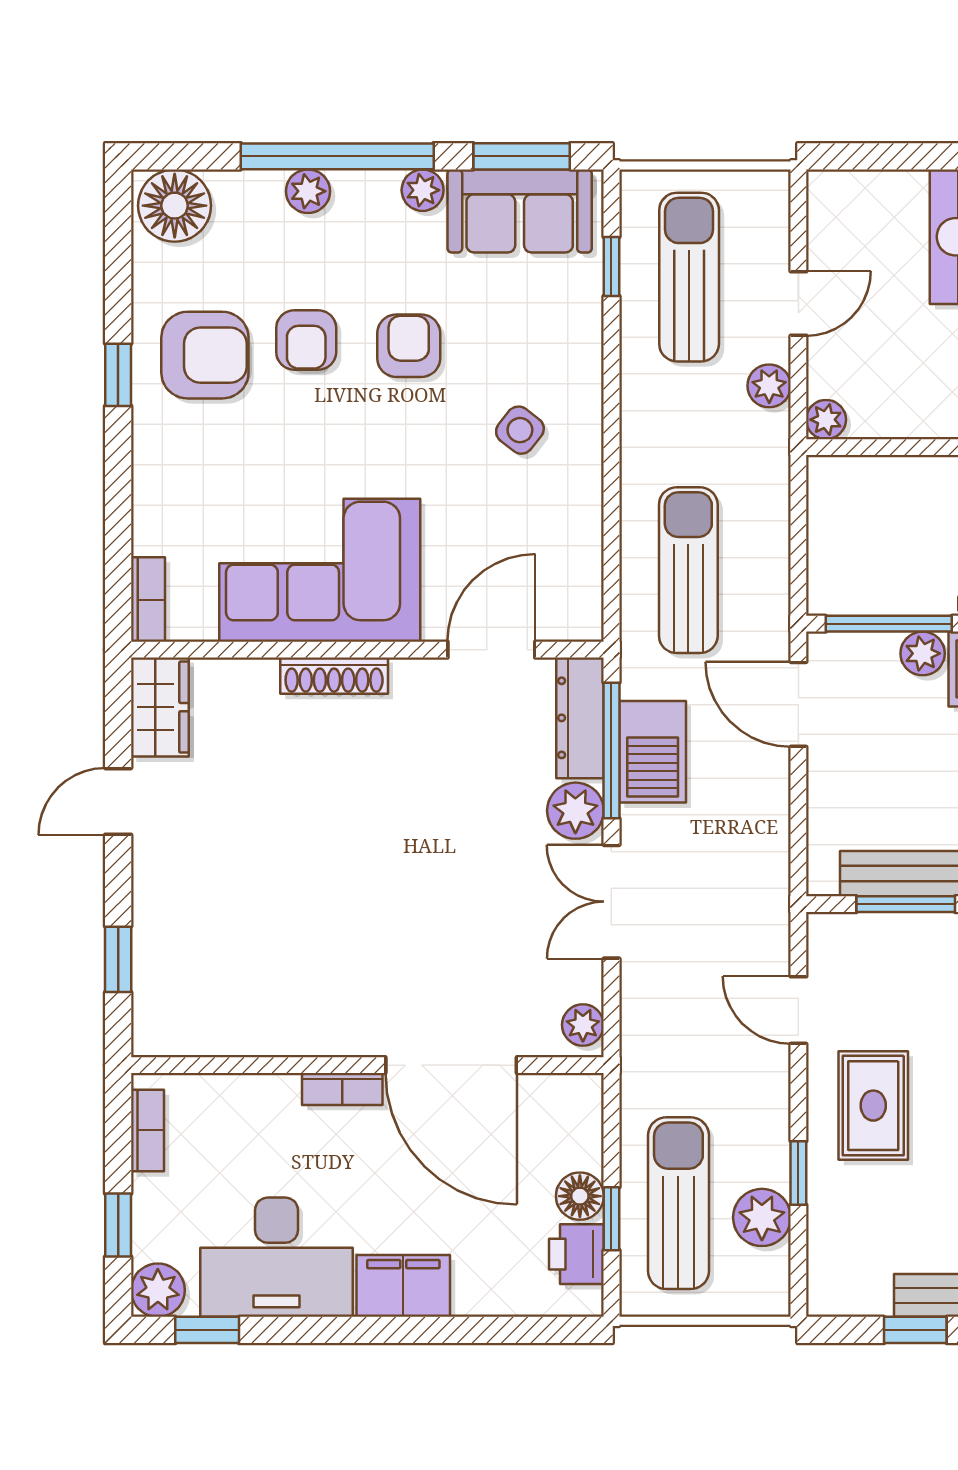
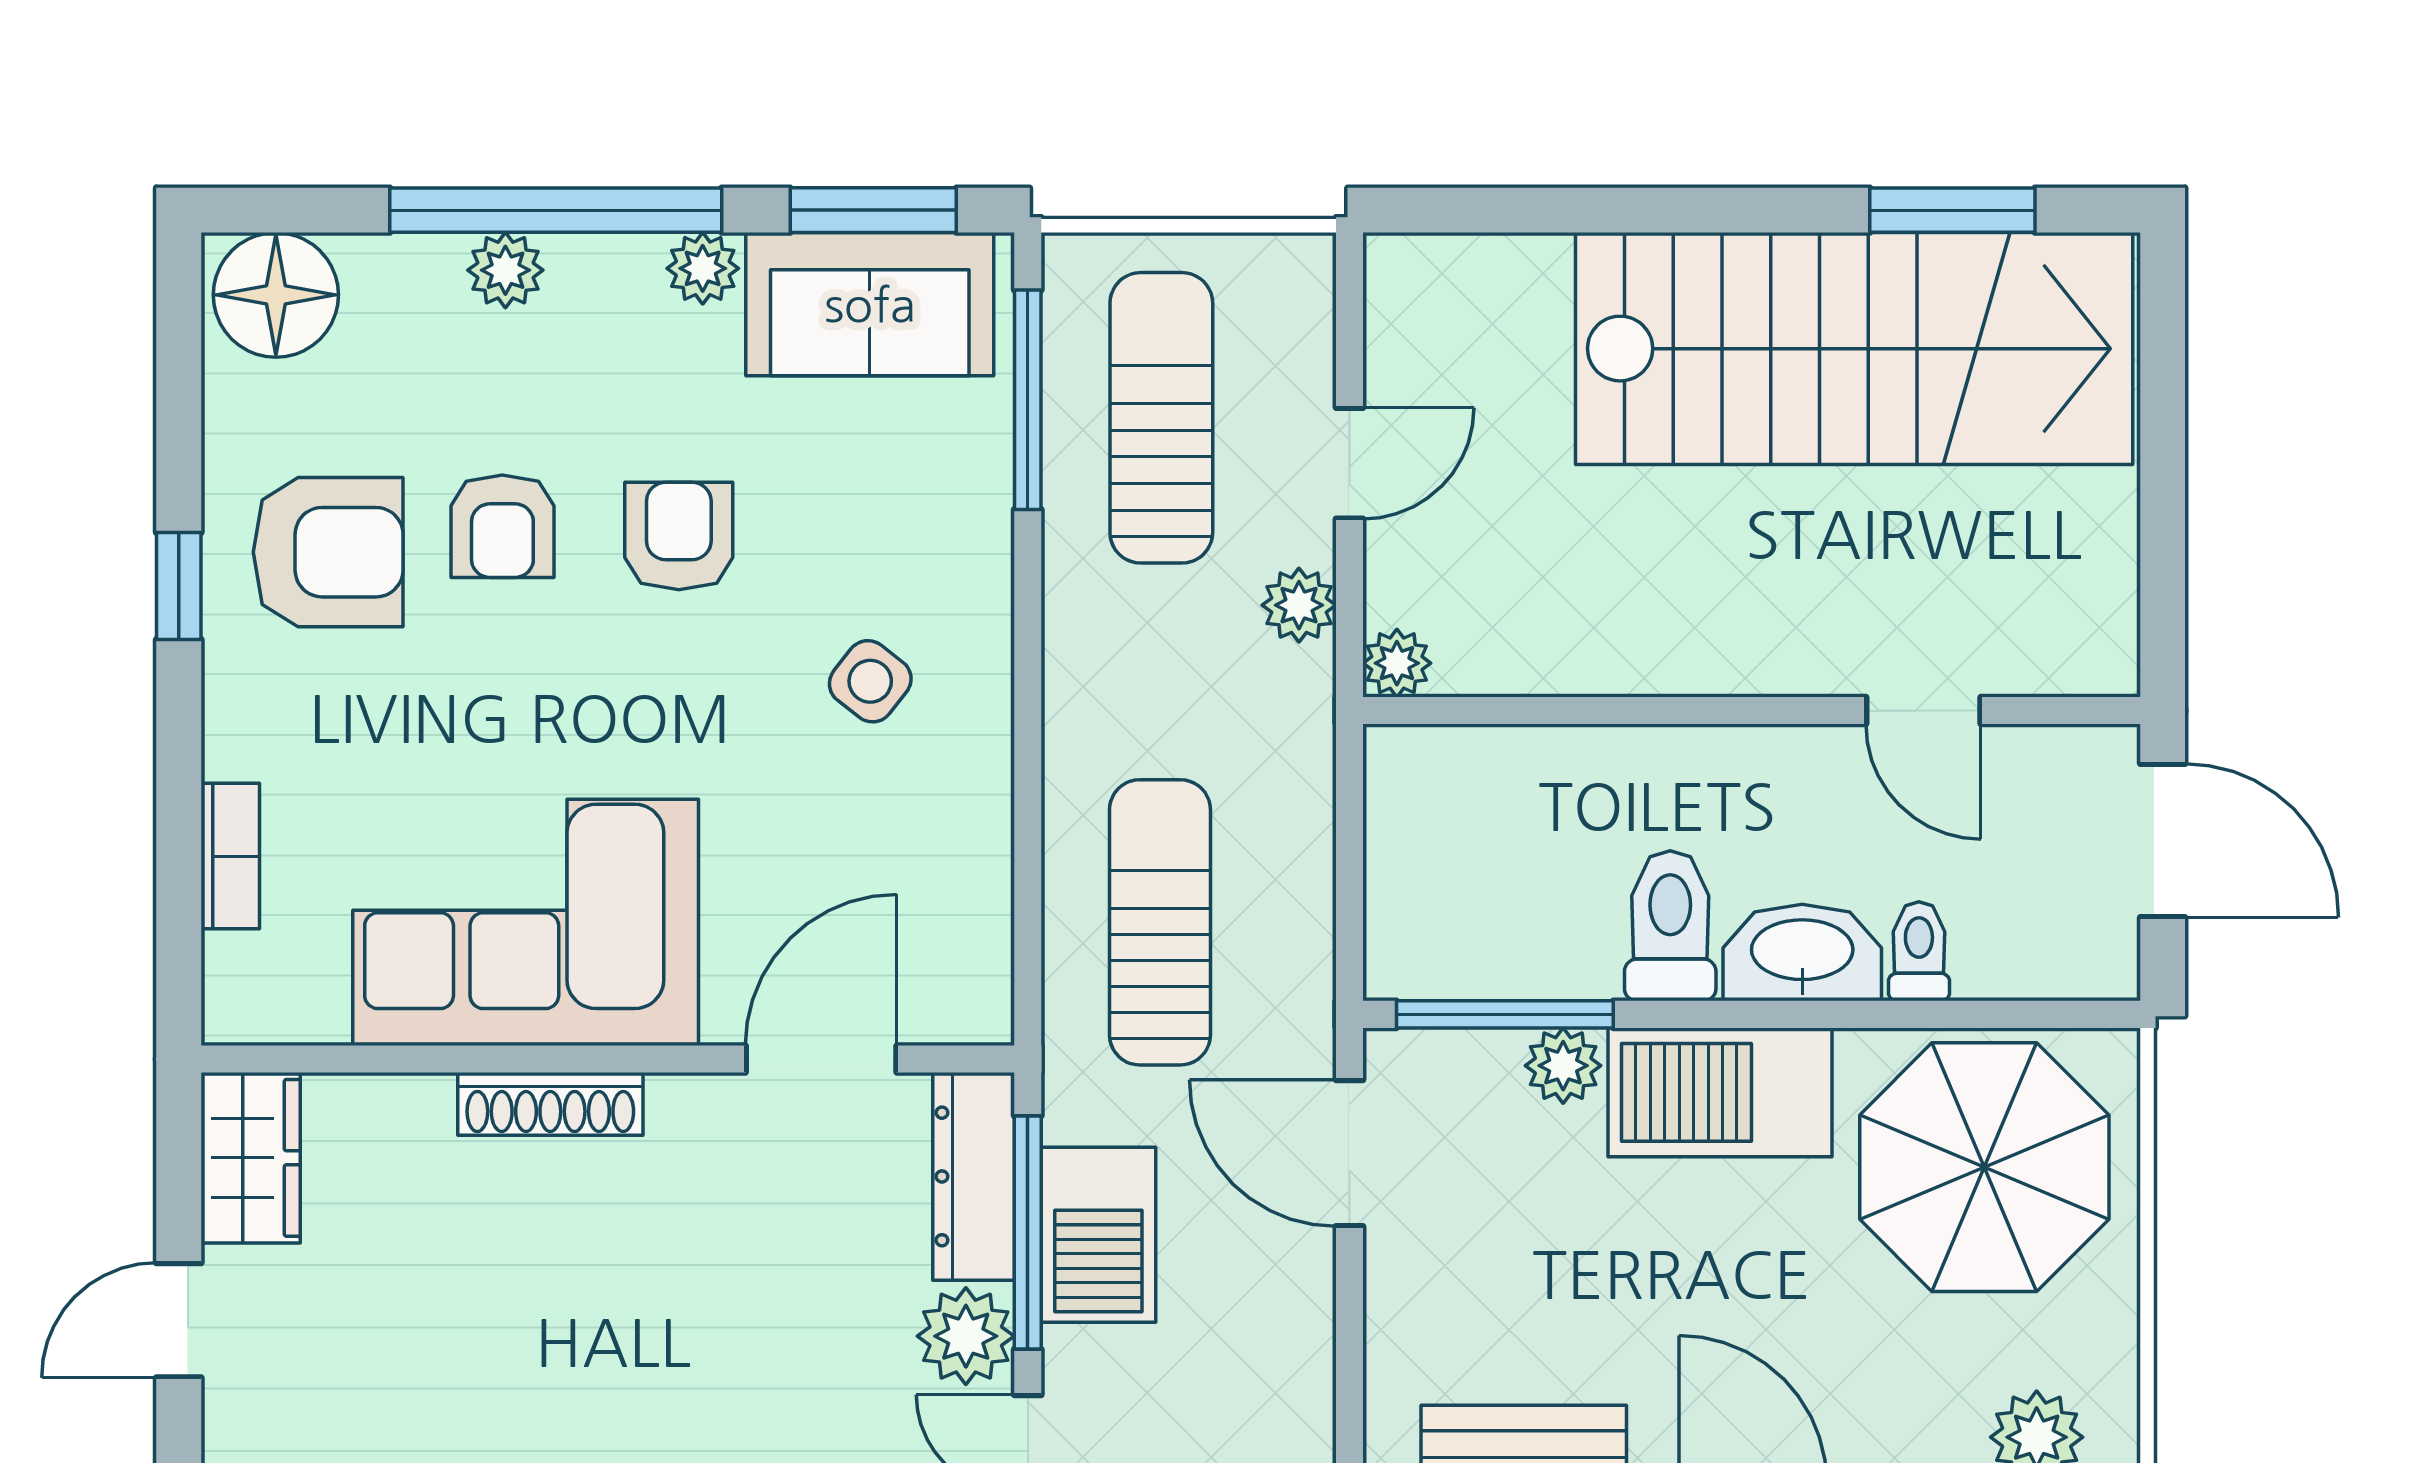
window: (611, 266) -> (1028, 400), width x2.17
bookcase: (148, 600) -> (230, 856), moved

